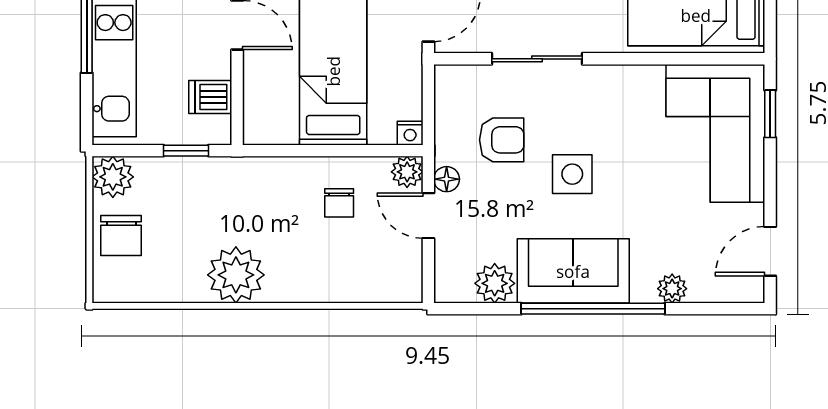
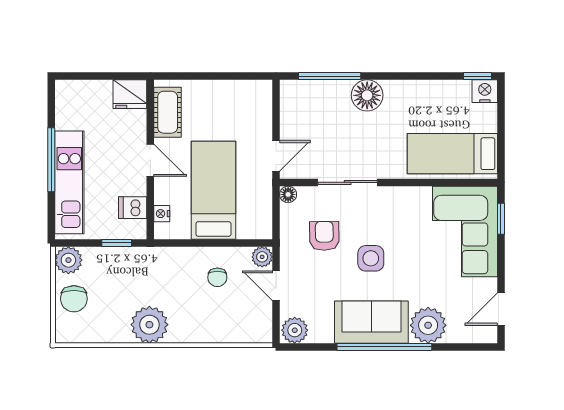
nightstand: (410, 133) -> (162, 214), moved, turned 90
armchair: (502, 140) -> (324, 236), turned -91
floor lamp: (447, 179) -> (288, 194), moved
plant: (495, 283) -> (295, 330), moved
plant: (672, 289) -> (428, 325), width x1.88, depth x1.88

